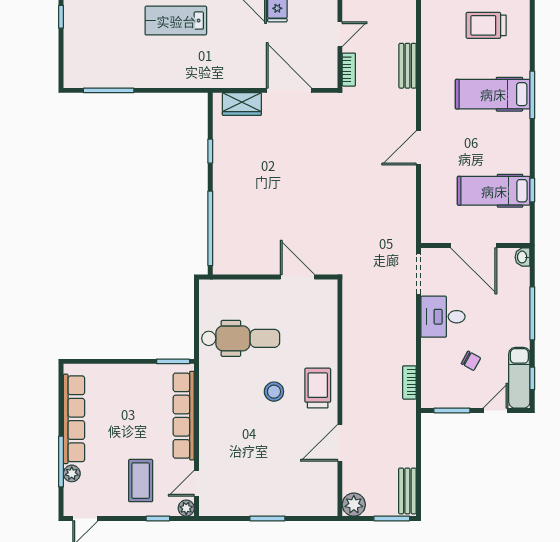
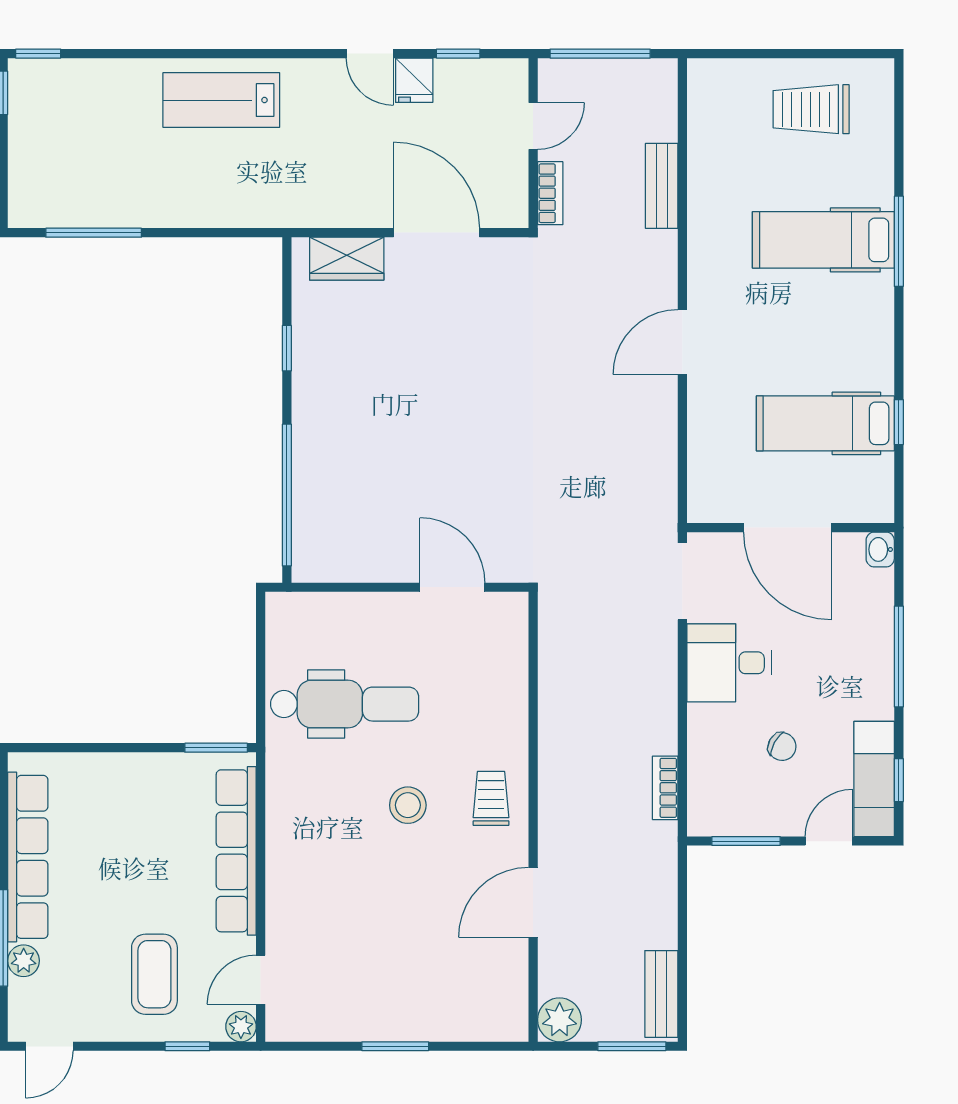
trolley: (318, 388) -> (491, 798), width x0.73, depth x0.72

